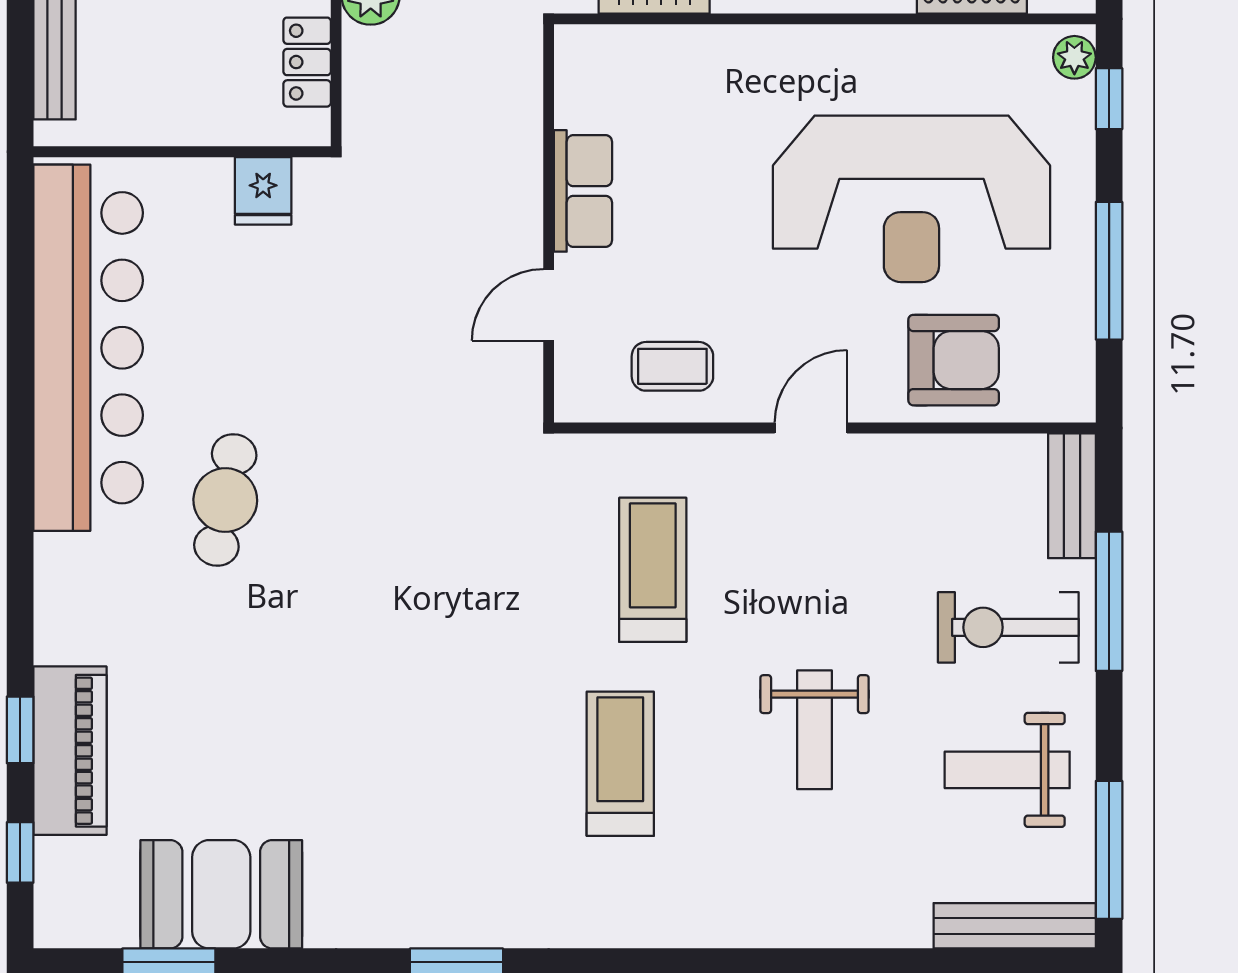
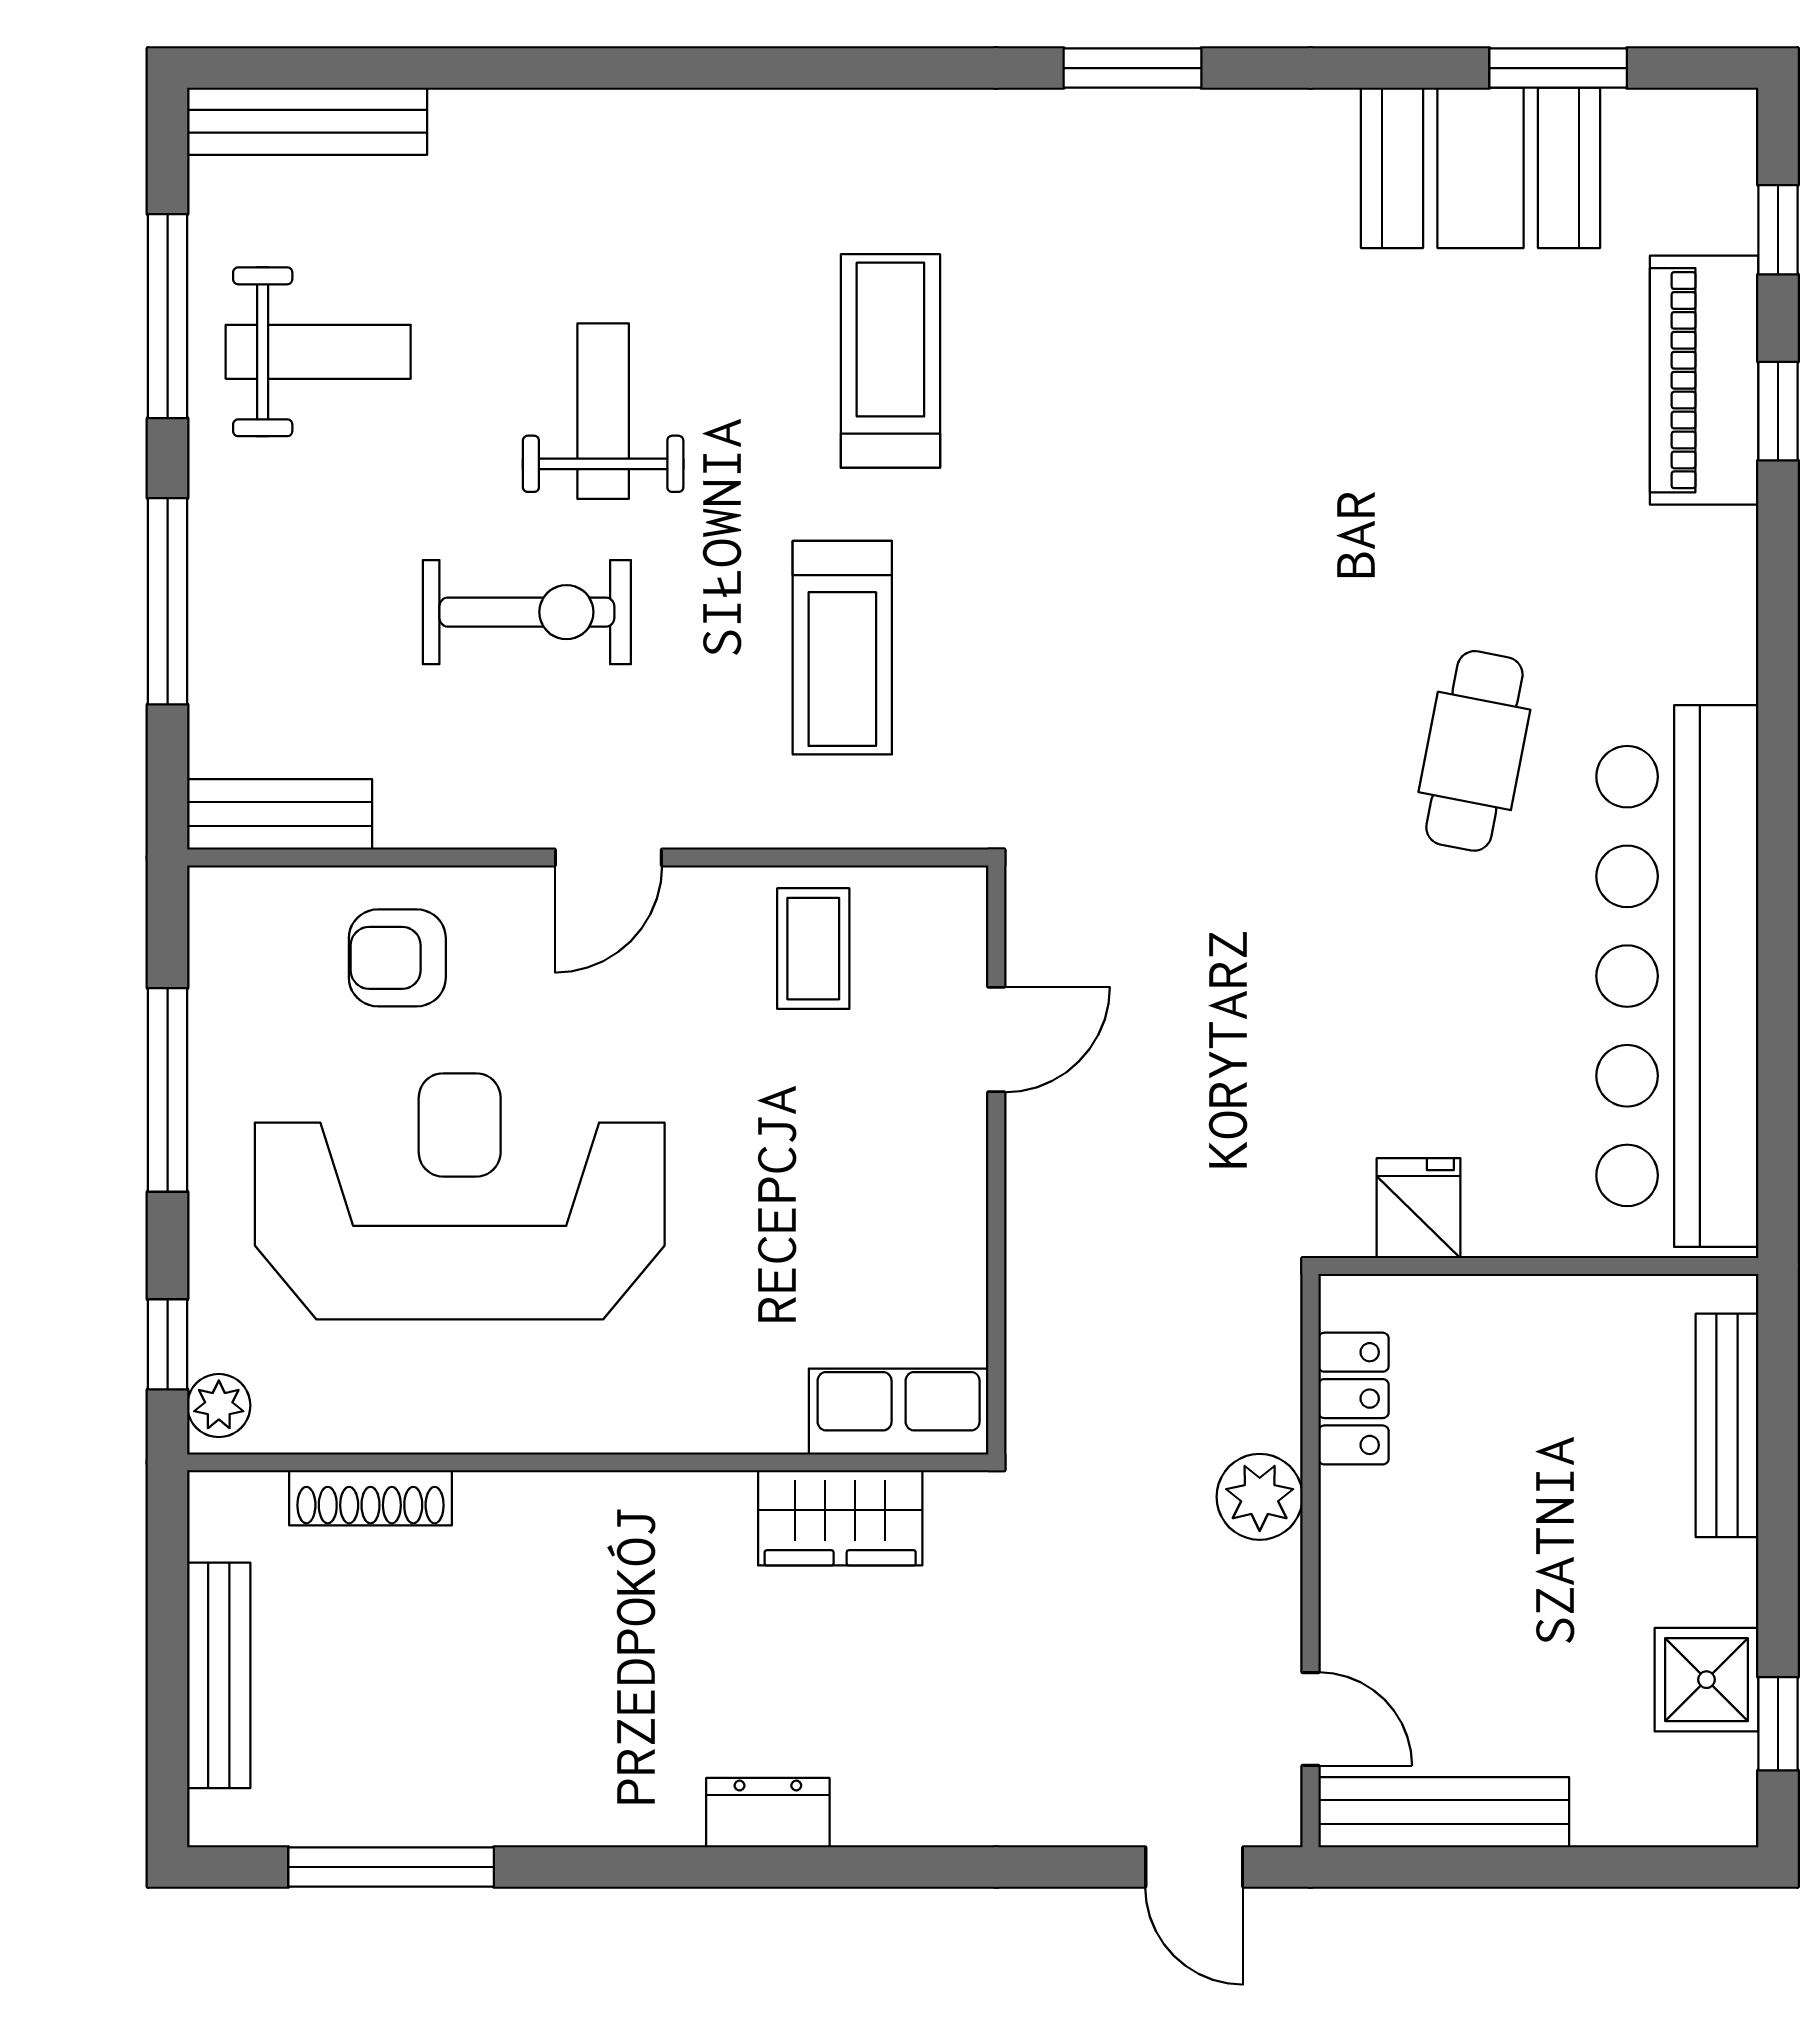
row of seats: (583, 191) -> (899, 1412), moved, turned 90
armchair: (954, 360) -> (397, 958), width x0.72, depth x0.72
coffee table: (672, 366) -> (813, 949), turned 90
bench: (1072, 496) -> (280, 814), moved, turned 90
exercise bike: (1008, 627) -> (527, 612), moved
treadmill: (620, 764) -> (890, 361), turned 180
window: (1109, 850) -> (168, 316), moved

